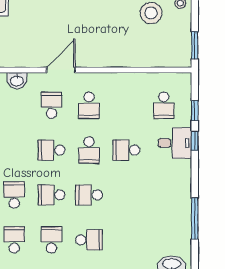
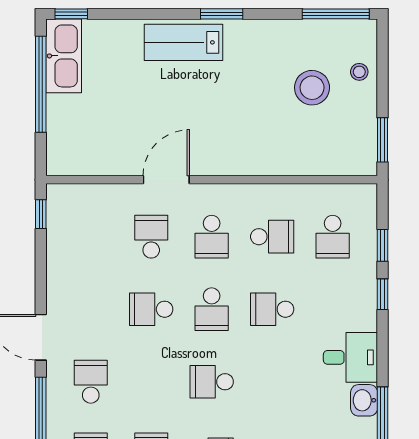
washbasin: (17, 81) -> (364, 400), moved, turned 90
desk: (175, 143) -> (350, 357), moved
school desk: (52, 195) -> (272, 237), moved, turned 180

